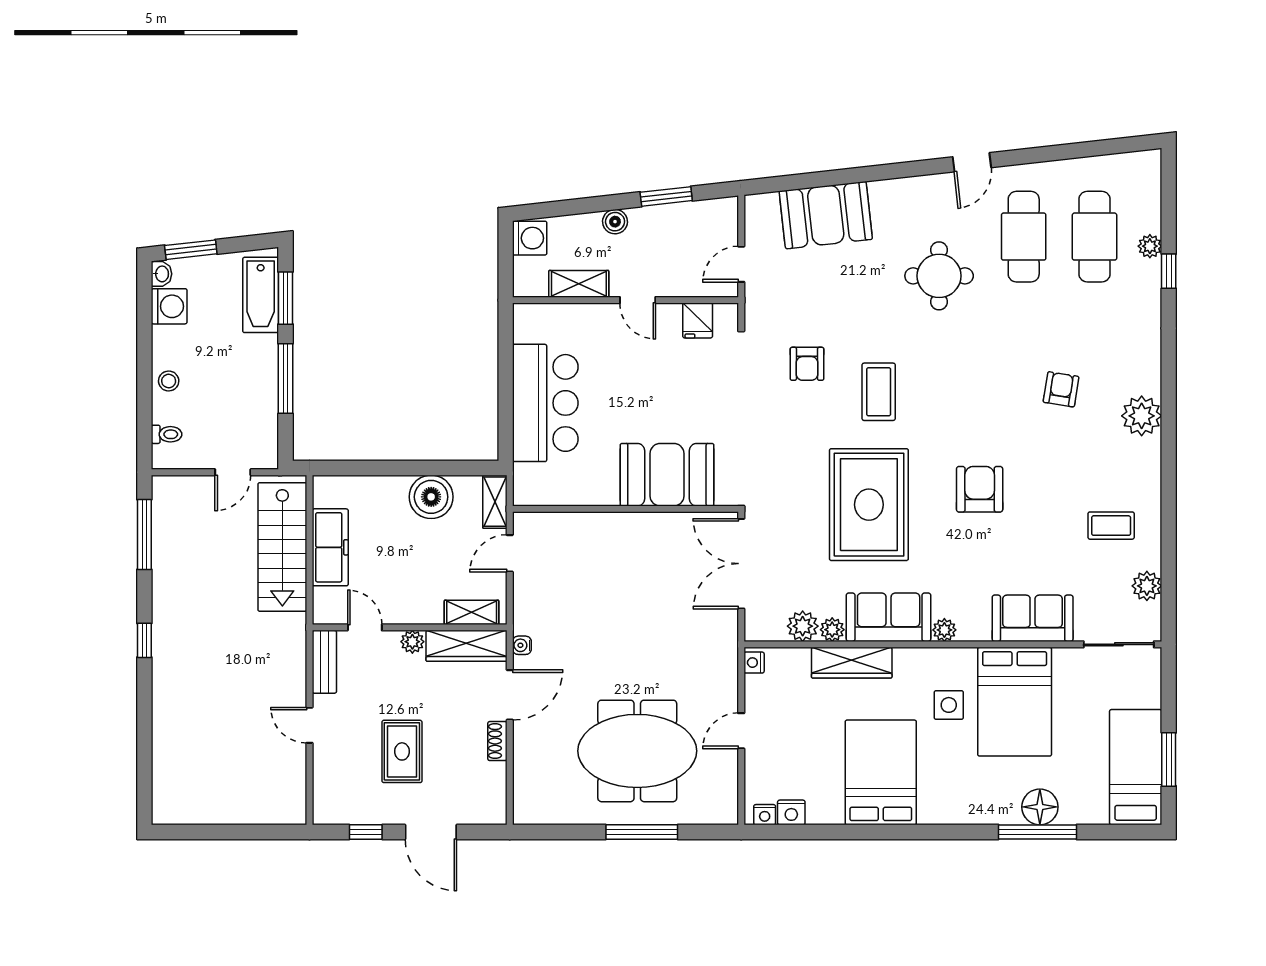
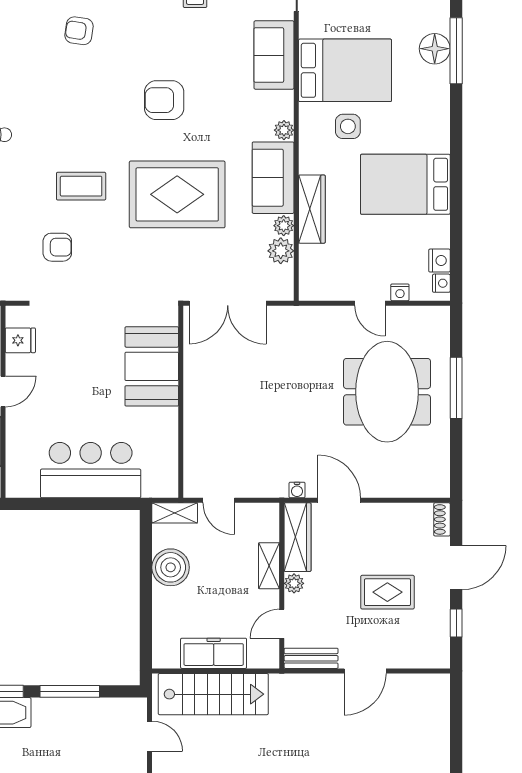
shelving: (472, 612) -> (269, 566), moved
nightstand: (754, 663) -> (400, 292), moved
door: (309, 725) -> (365, 671), width x1.38
shoe rack: (497, 741) -> (442, 519), moved, turned 90

